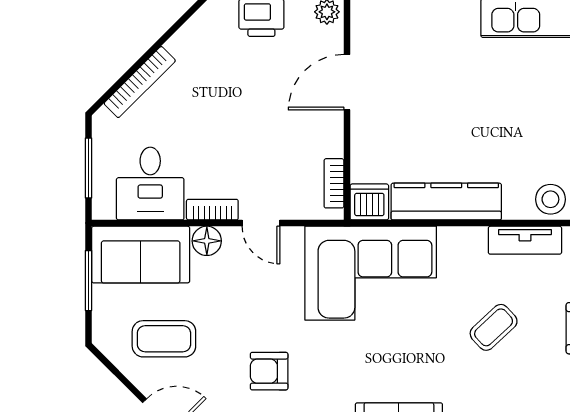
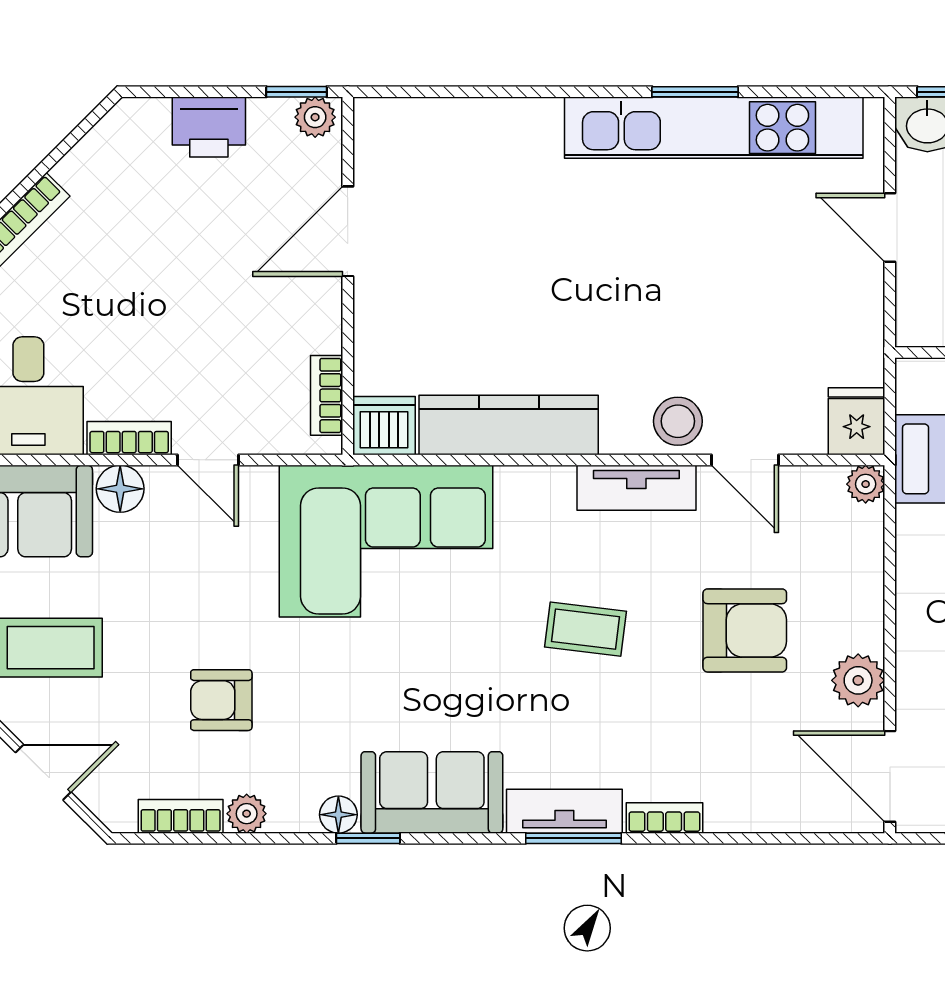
coffee table: (494, 327) -> (586, 629), turned 50

